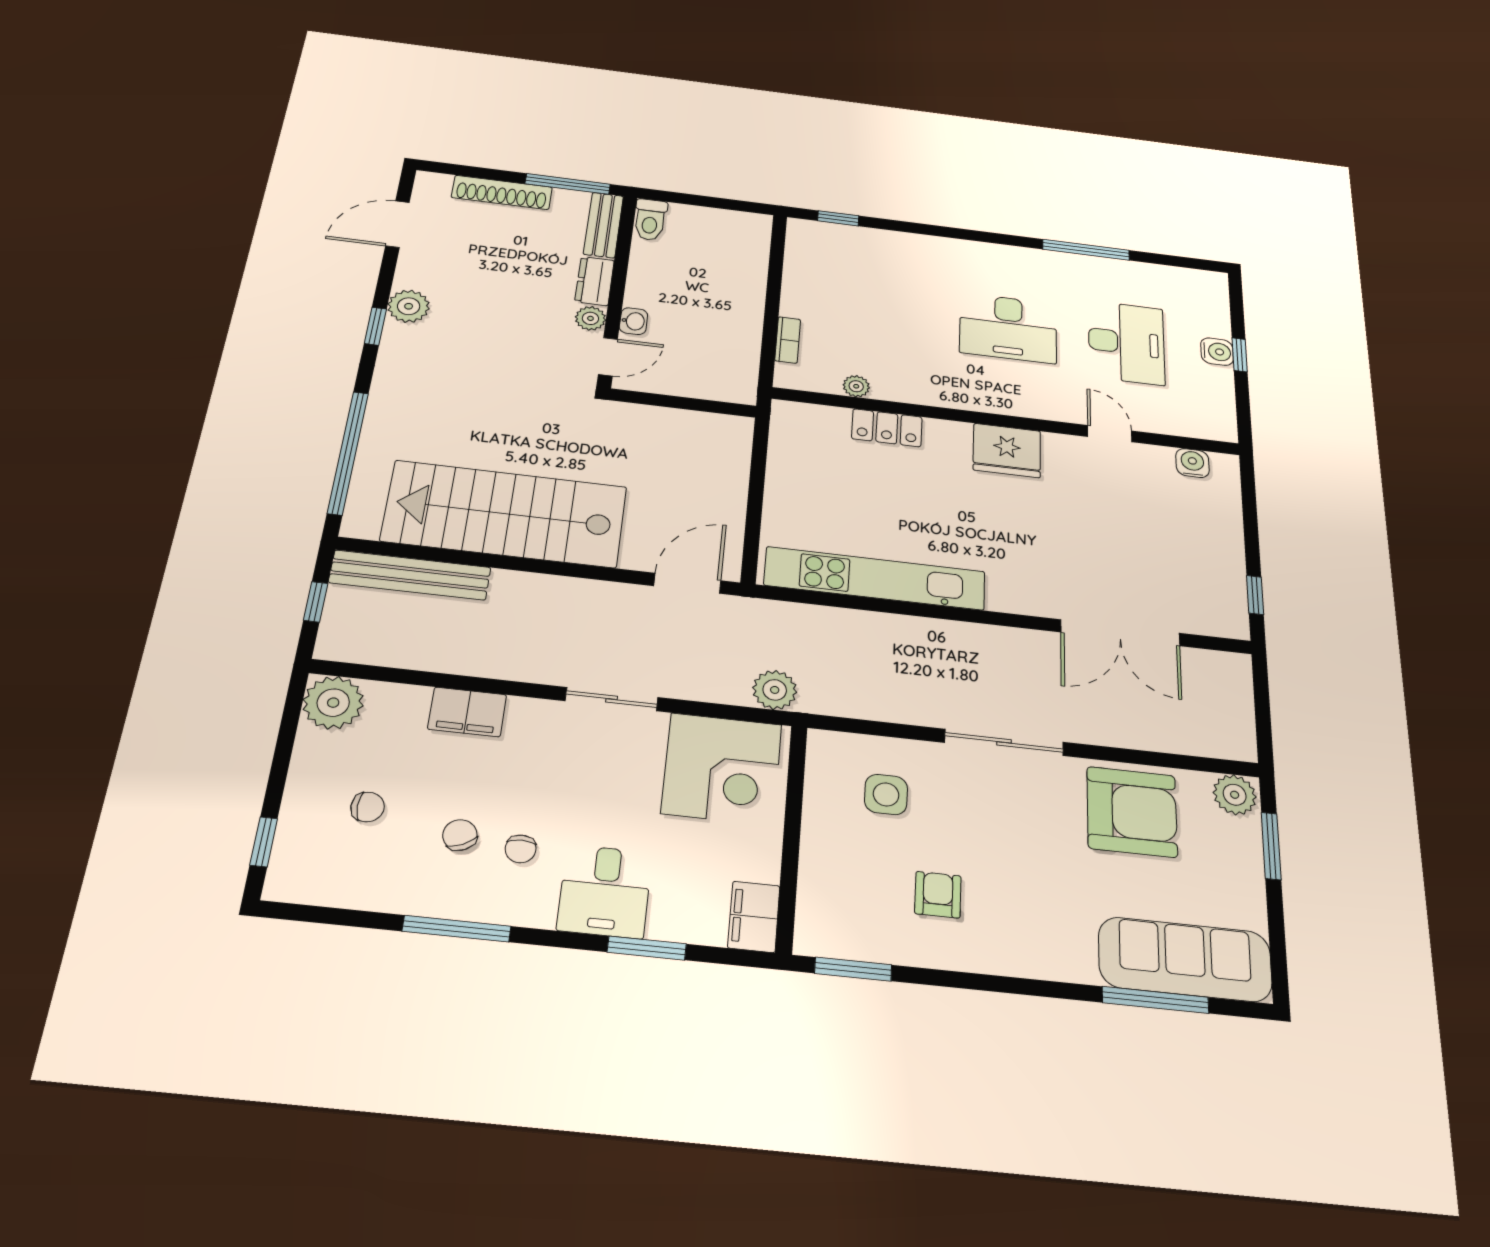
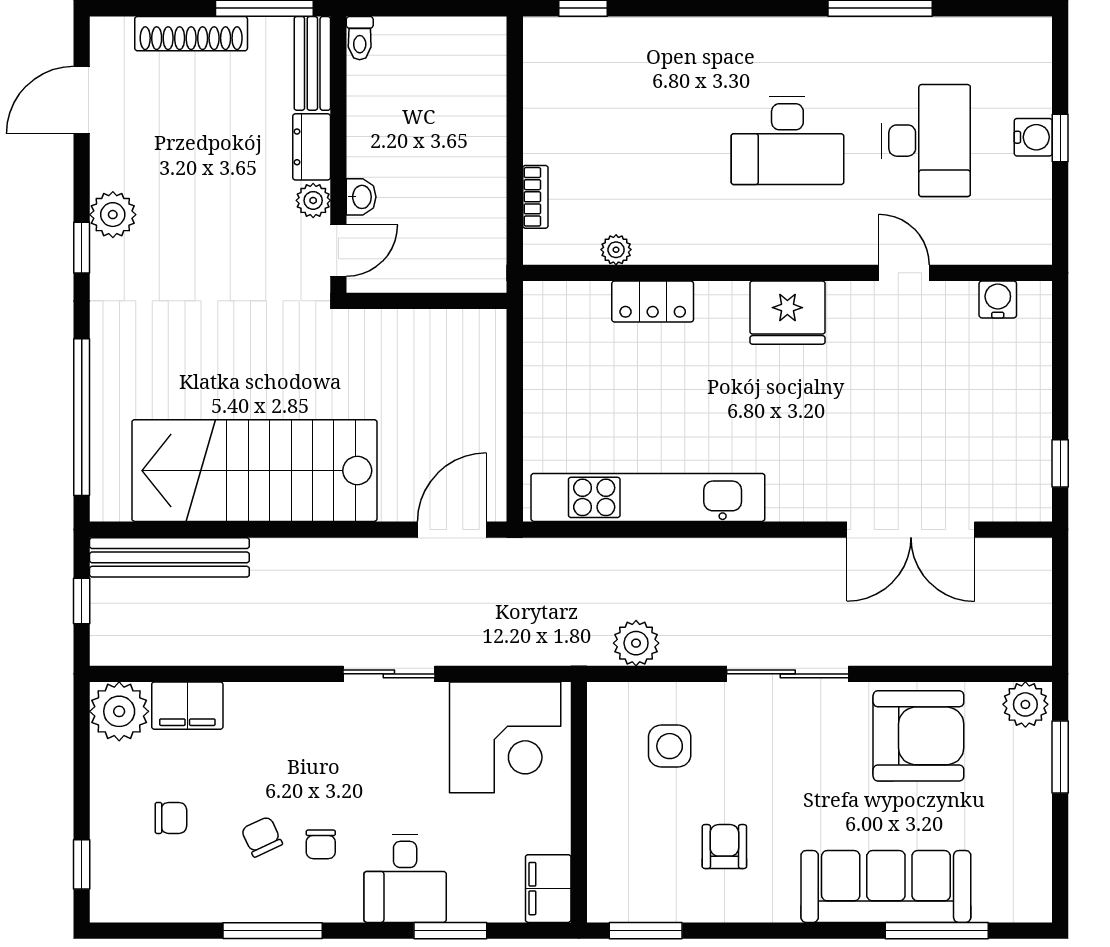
toilet: (650, 220) -> (360, 38), width x0.73, depth x0.72
plant: (775, 690) -> (636, 643), moved
filing cabinet: (467, 712) -> (187, 706), moved
sofa: (1185, 959) -> (886, 886), moved

